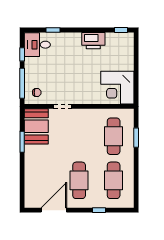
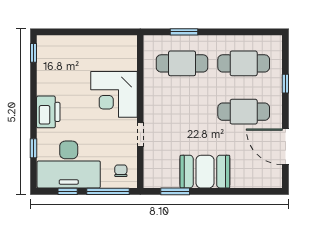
printer: (93, 41) -> (48, 112), moved
desk: (37, 45) -> (69, 165), width x1.87, depth x1.30
corner desk: (117, 88) -> (114, 94), moved, turned 90
booth: (36, 126) -> (205, 172), moved
window: (22, 142) -> (175, 191), moved

